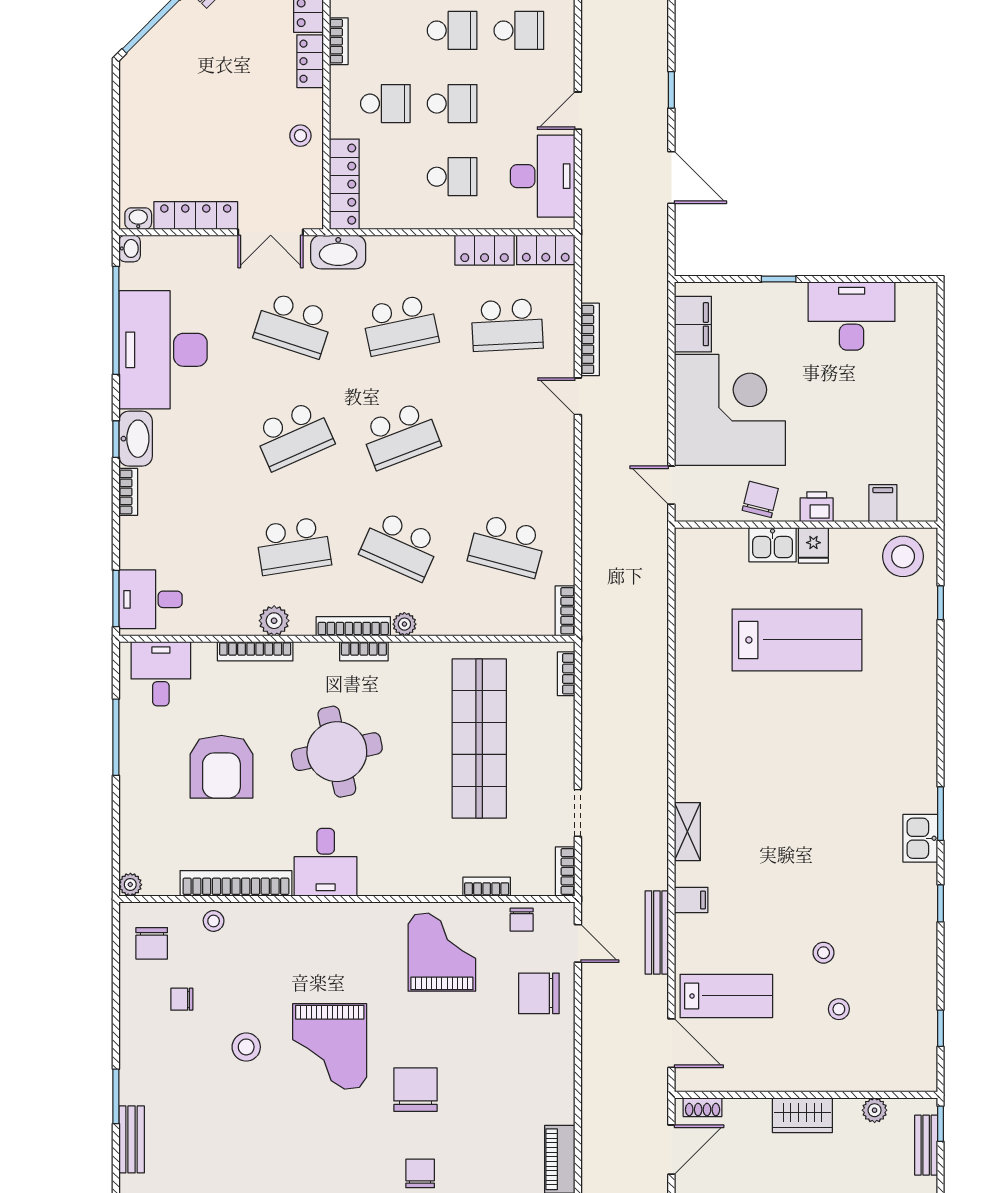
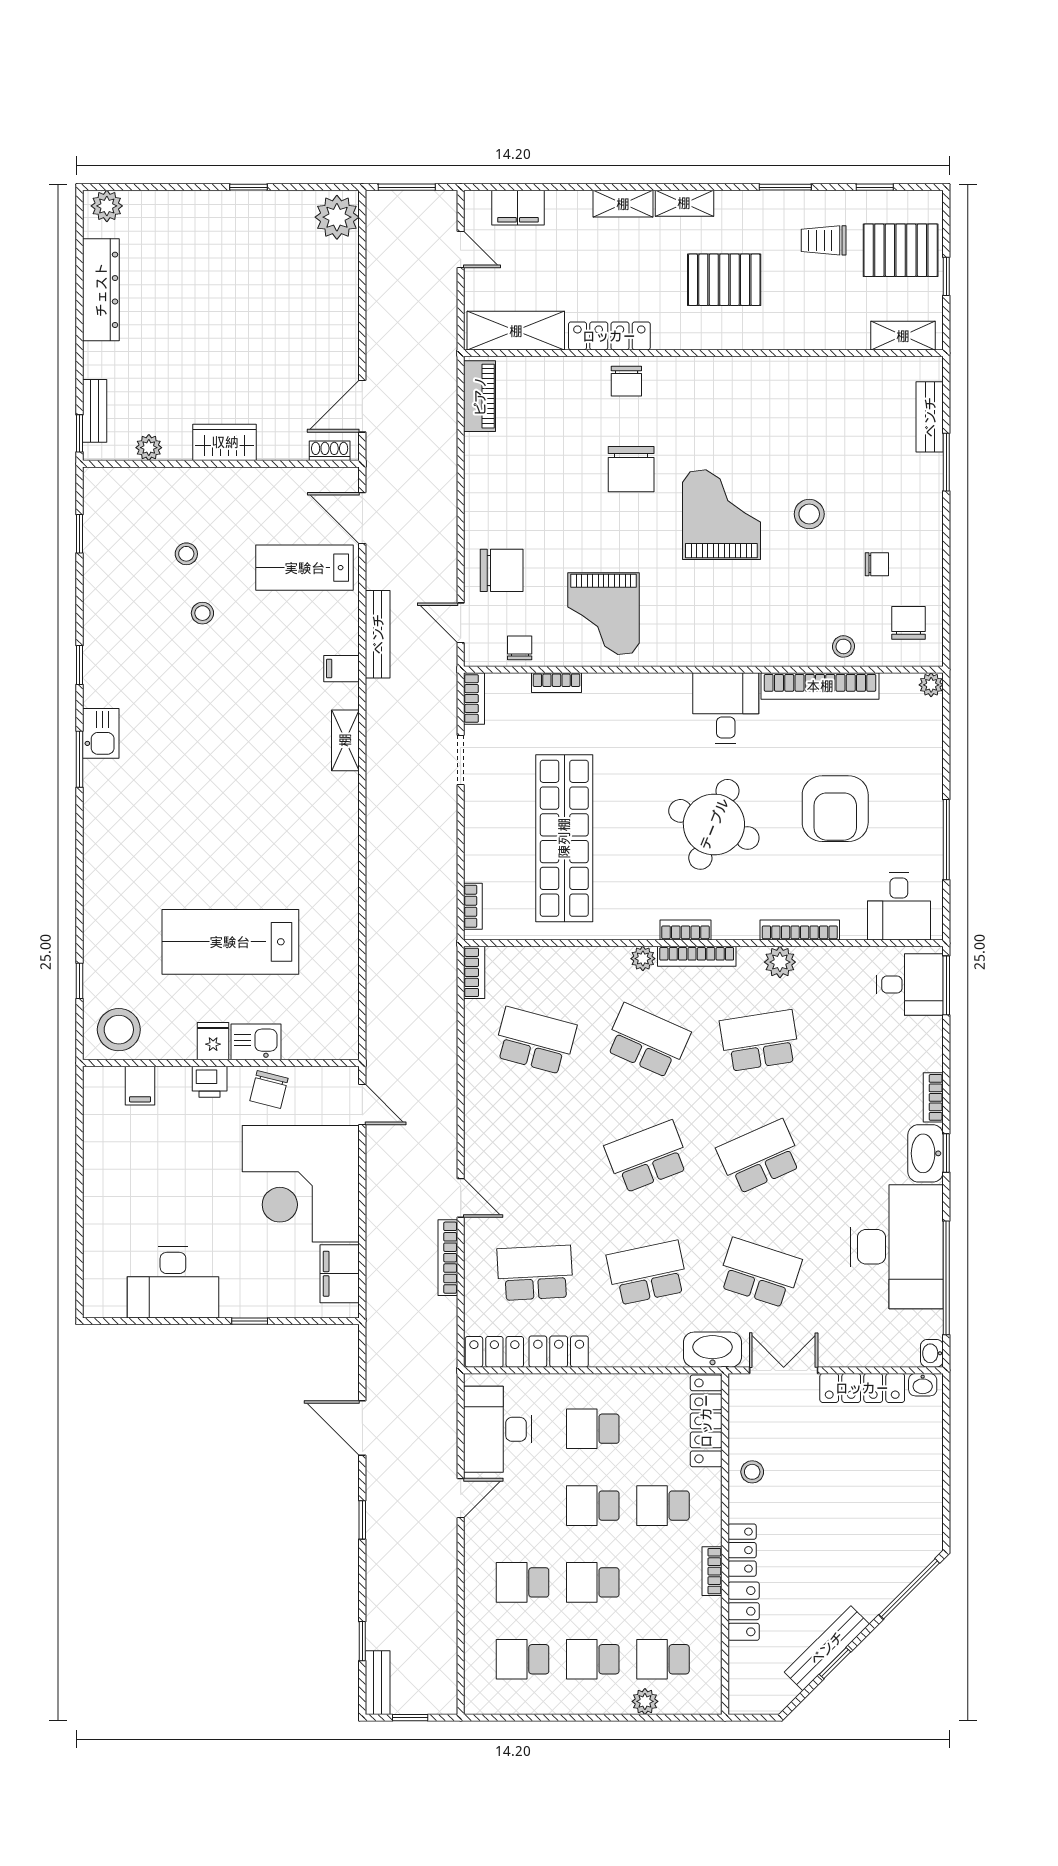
round table: (337, 752) -> (714, 824), turned 34
armchair: (221, 767) -> (835, 809), turned 180

